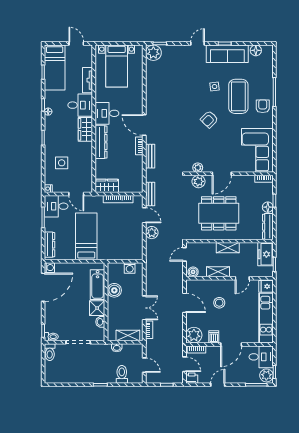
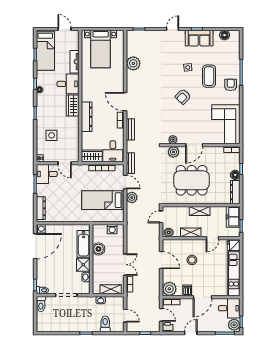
plant: (153, 53) -> (133, 63), moved
sofa: (227, 54) -> (199, 38), width x0.73
coffee table: (238, 96) -> (209, 76), width x0.73, depth x0.76
desk: (107, 113) -> (113, 151), moved, turned -90
bed: (86, 236) -> (103, 200), moved, turned -90

